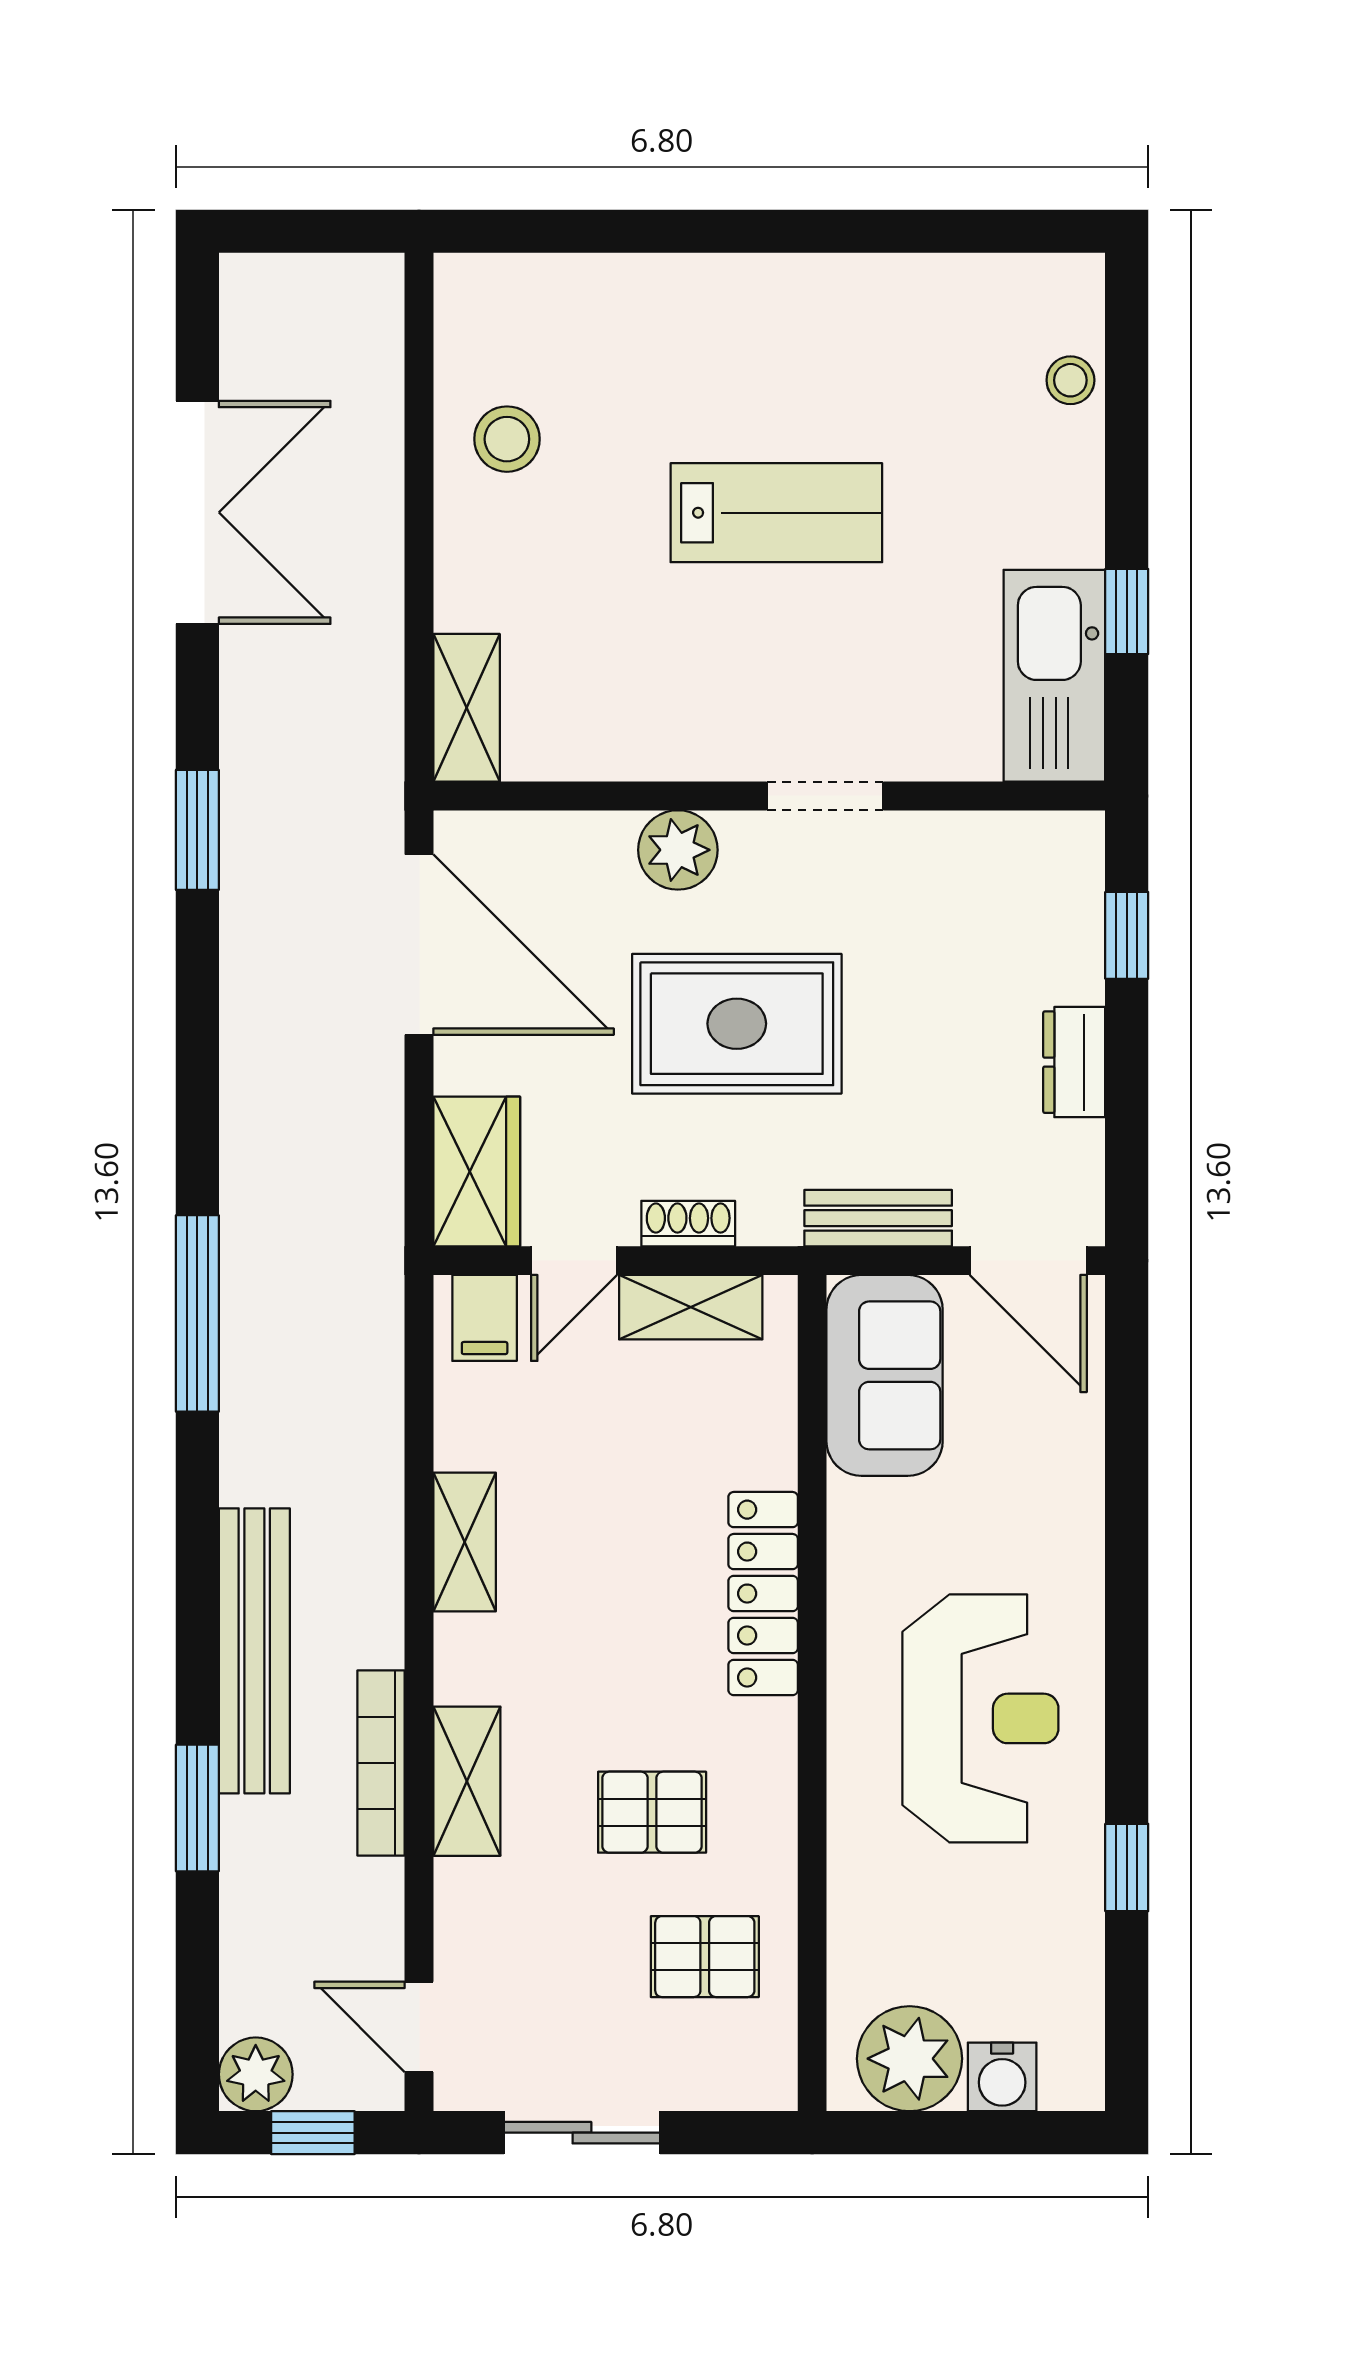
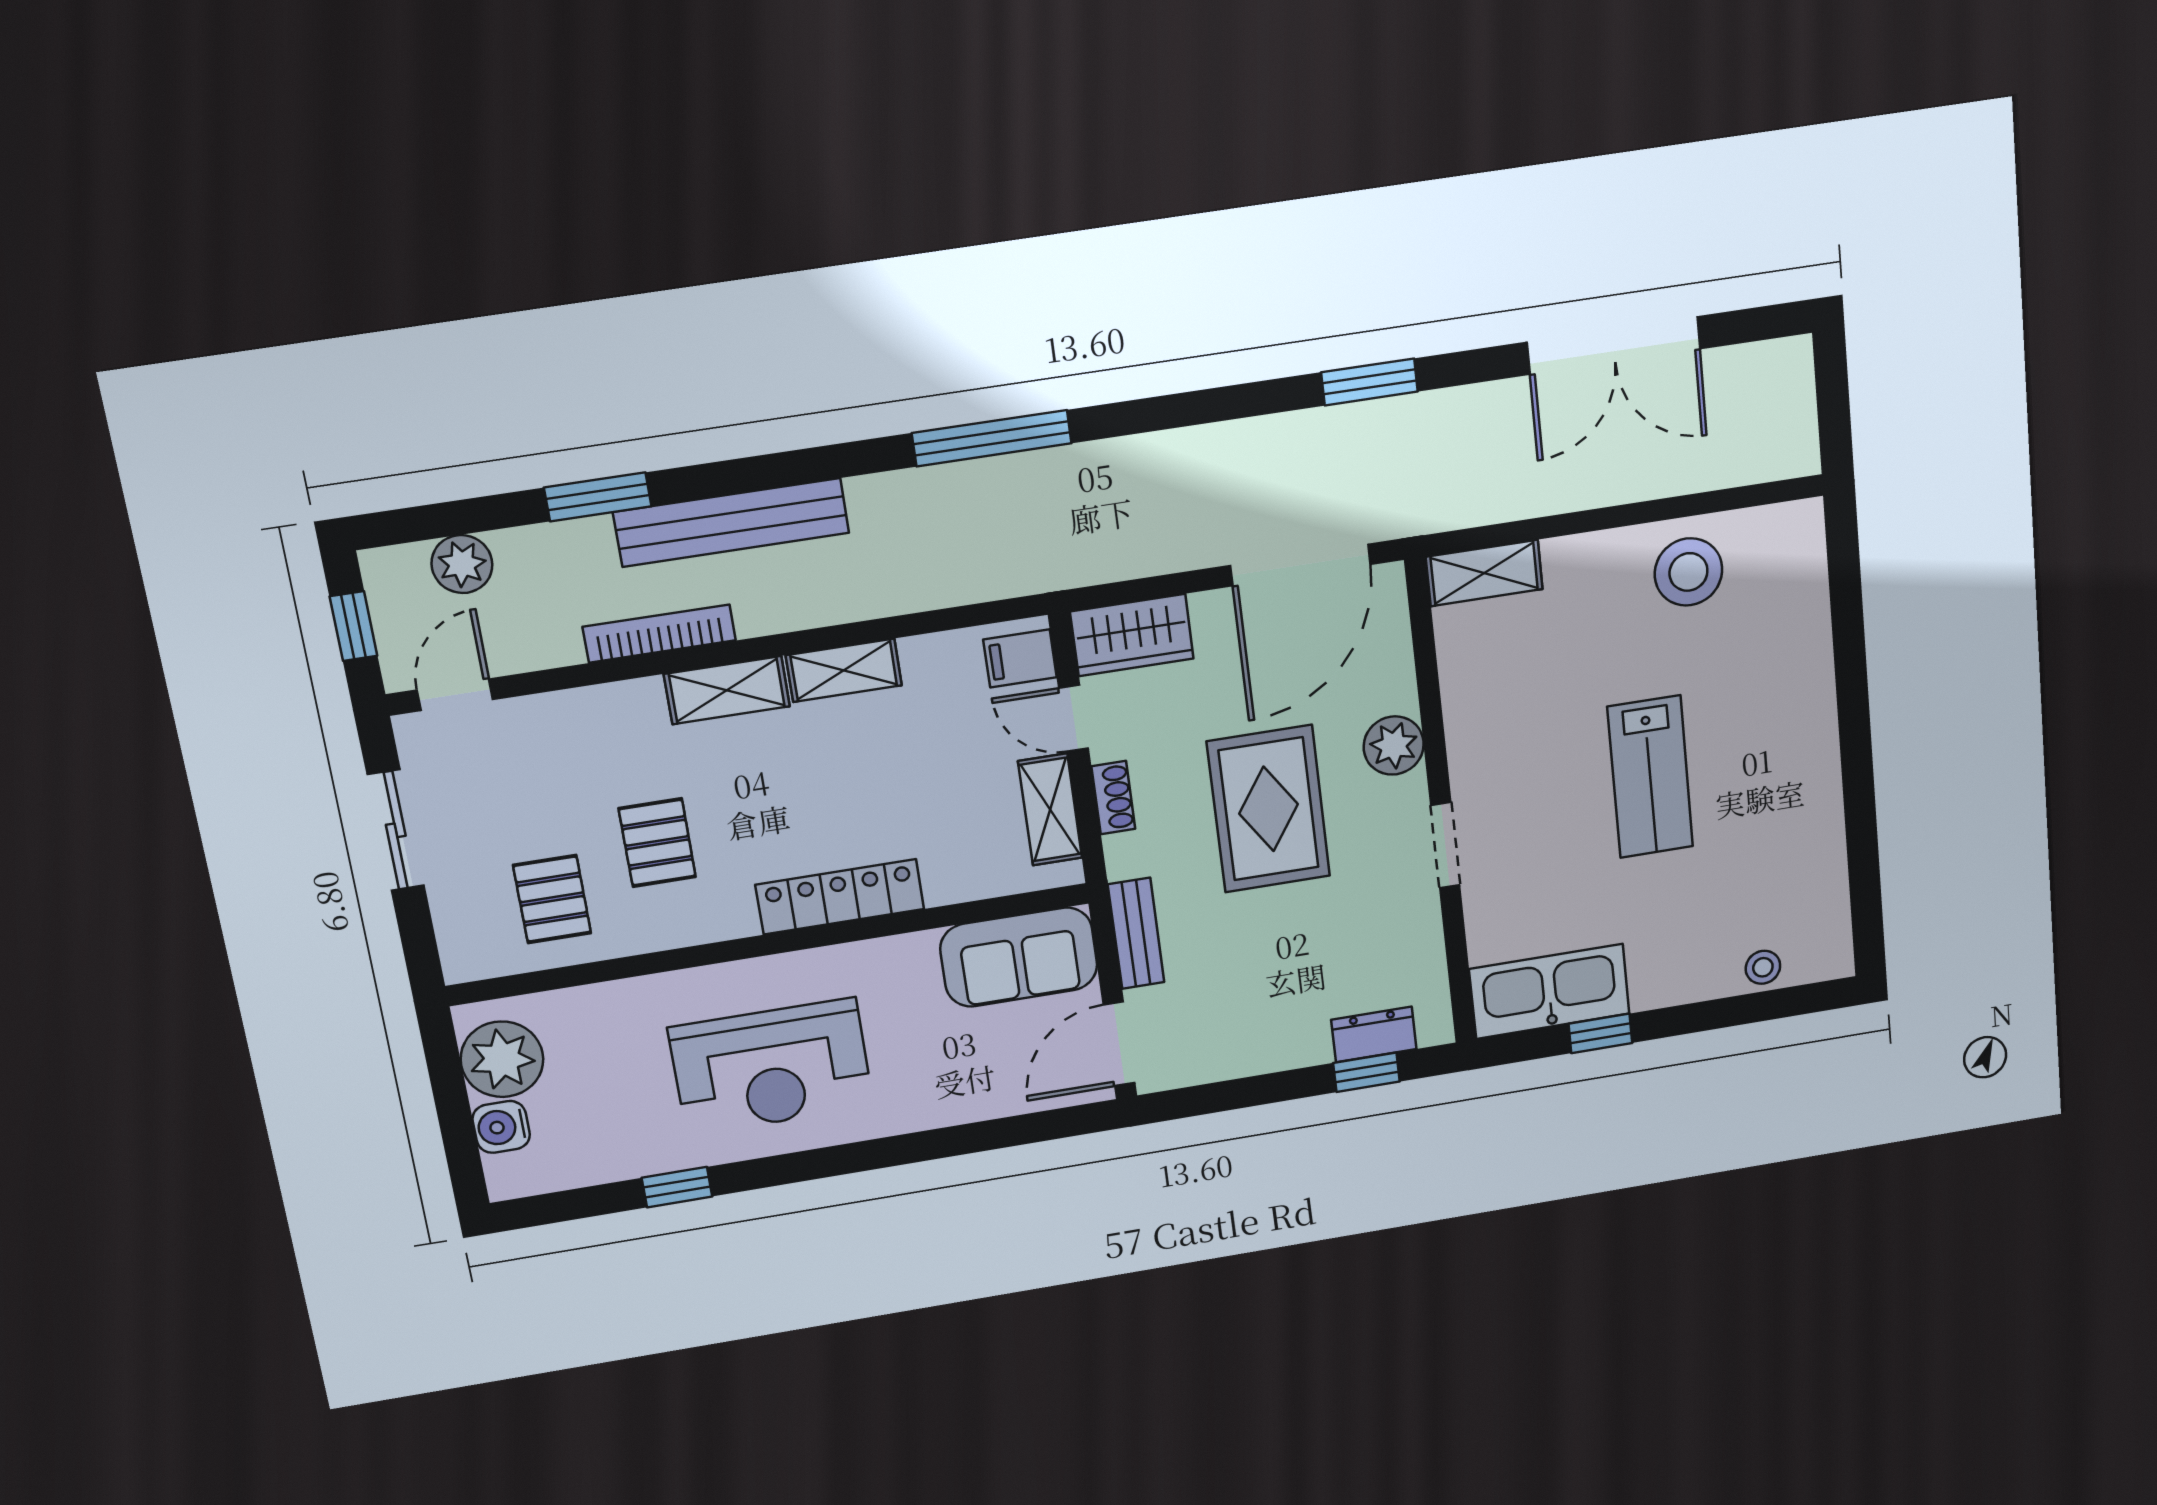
stool: (507, 439) -> (1688, 572), width x1.38, depth x1.38
dresser: (1074, 1062) -> (1374, 1034), moved
shelving: (467, 1781) -> (727, 690), moved
plant: (256, 2074) -> (462, 564), moved

